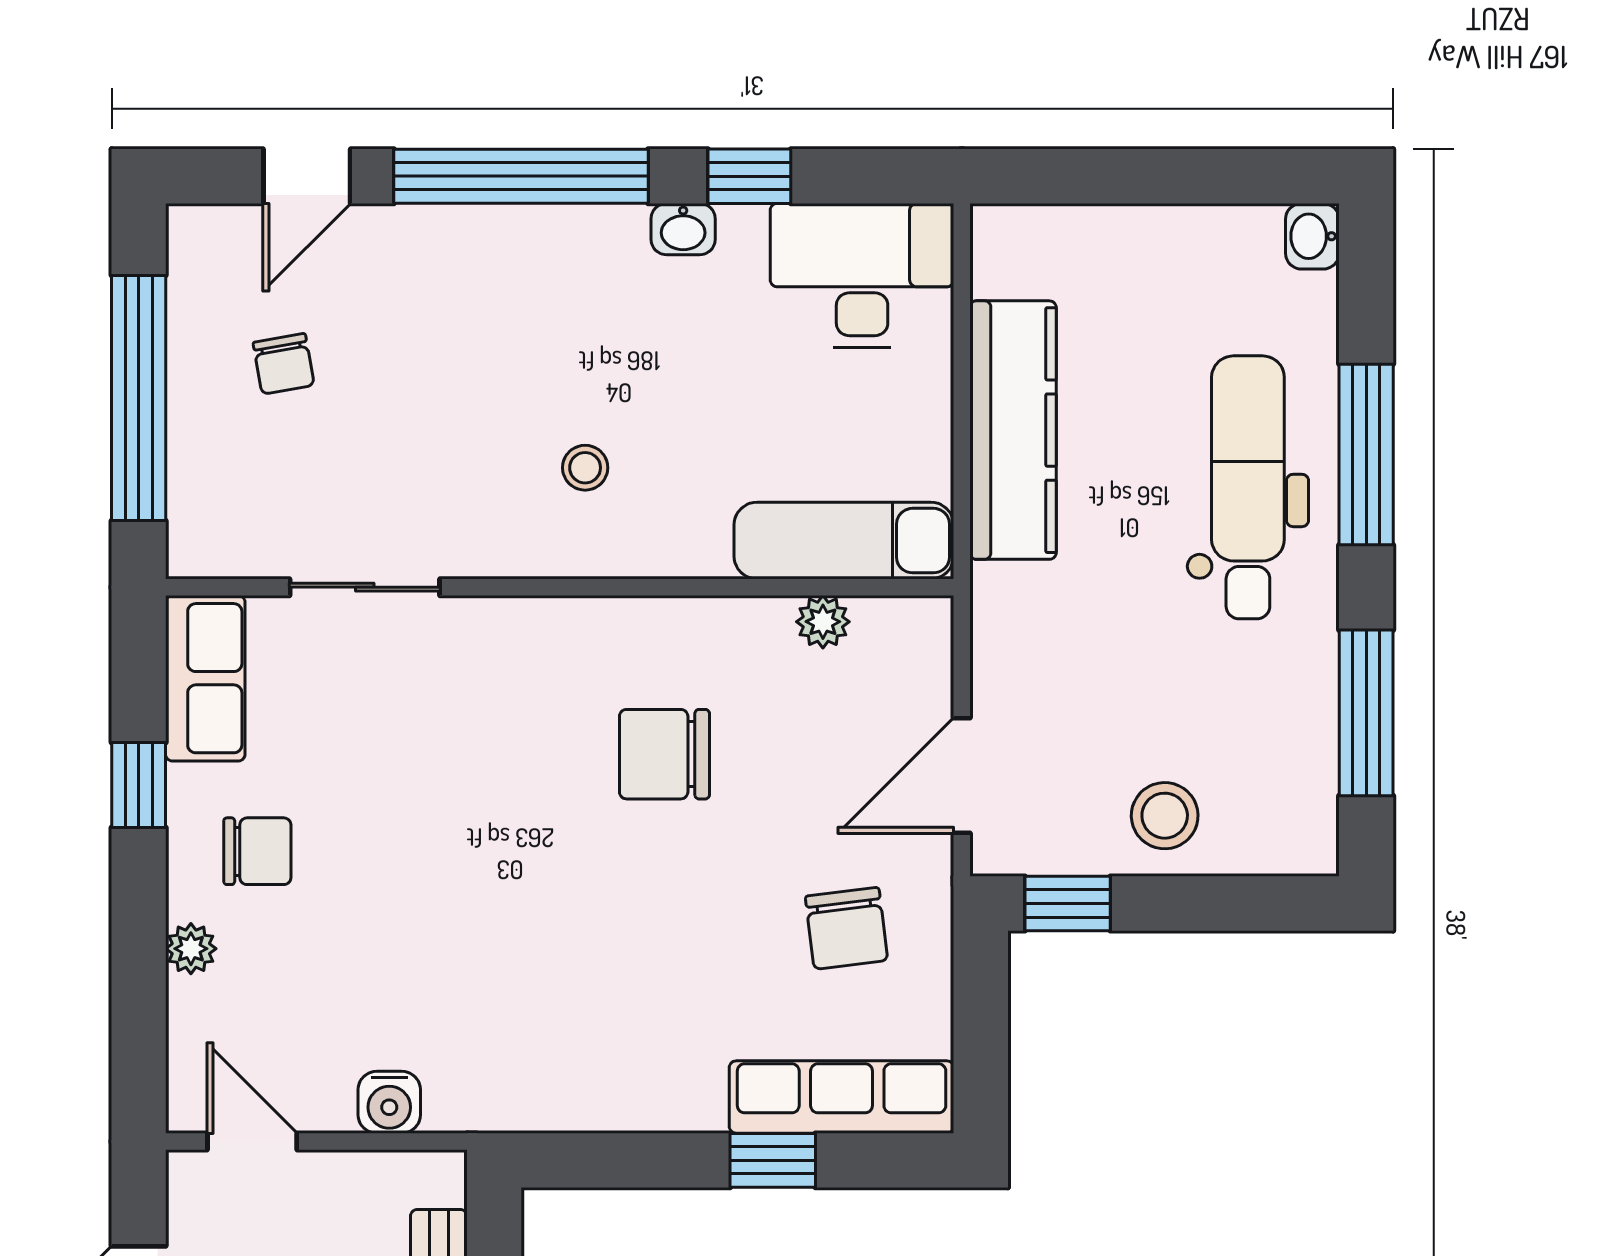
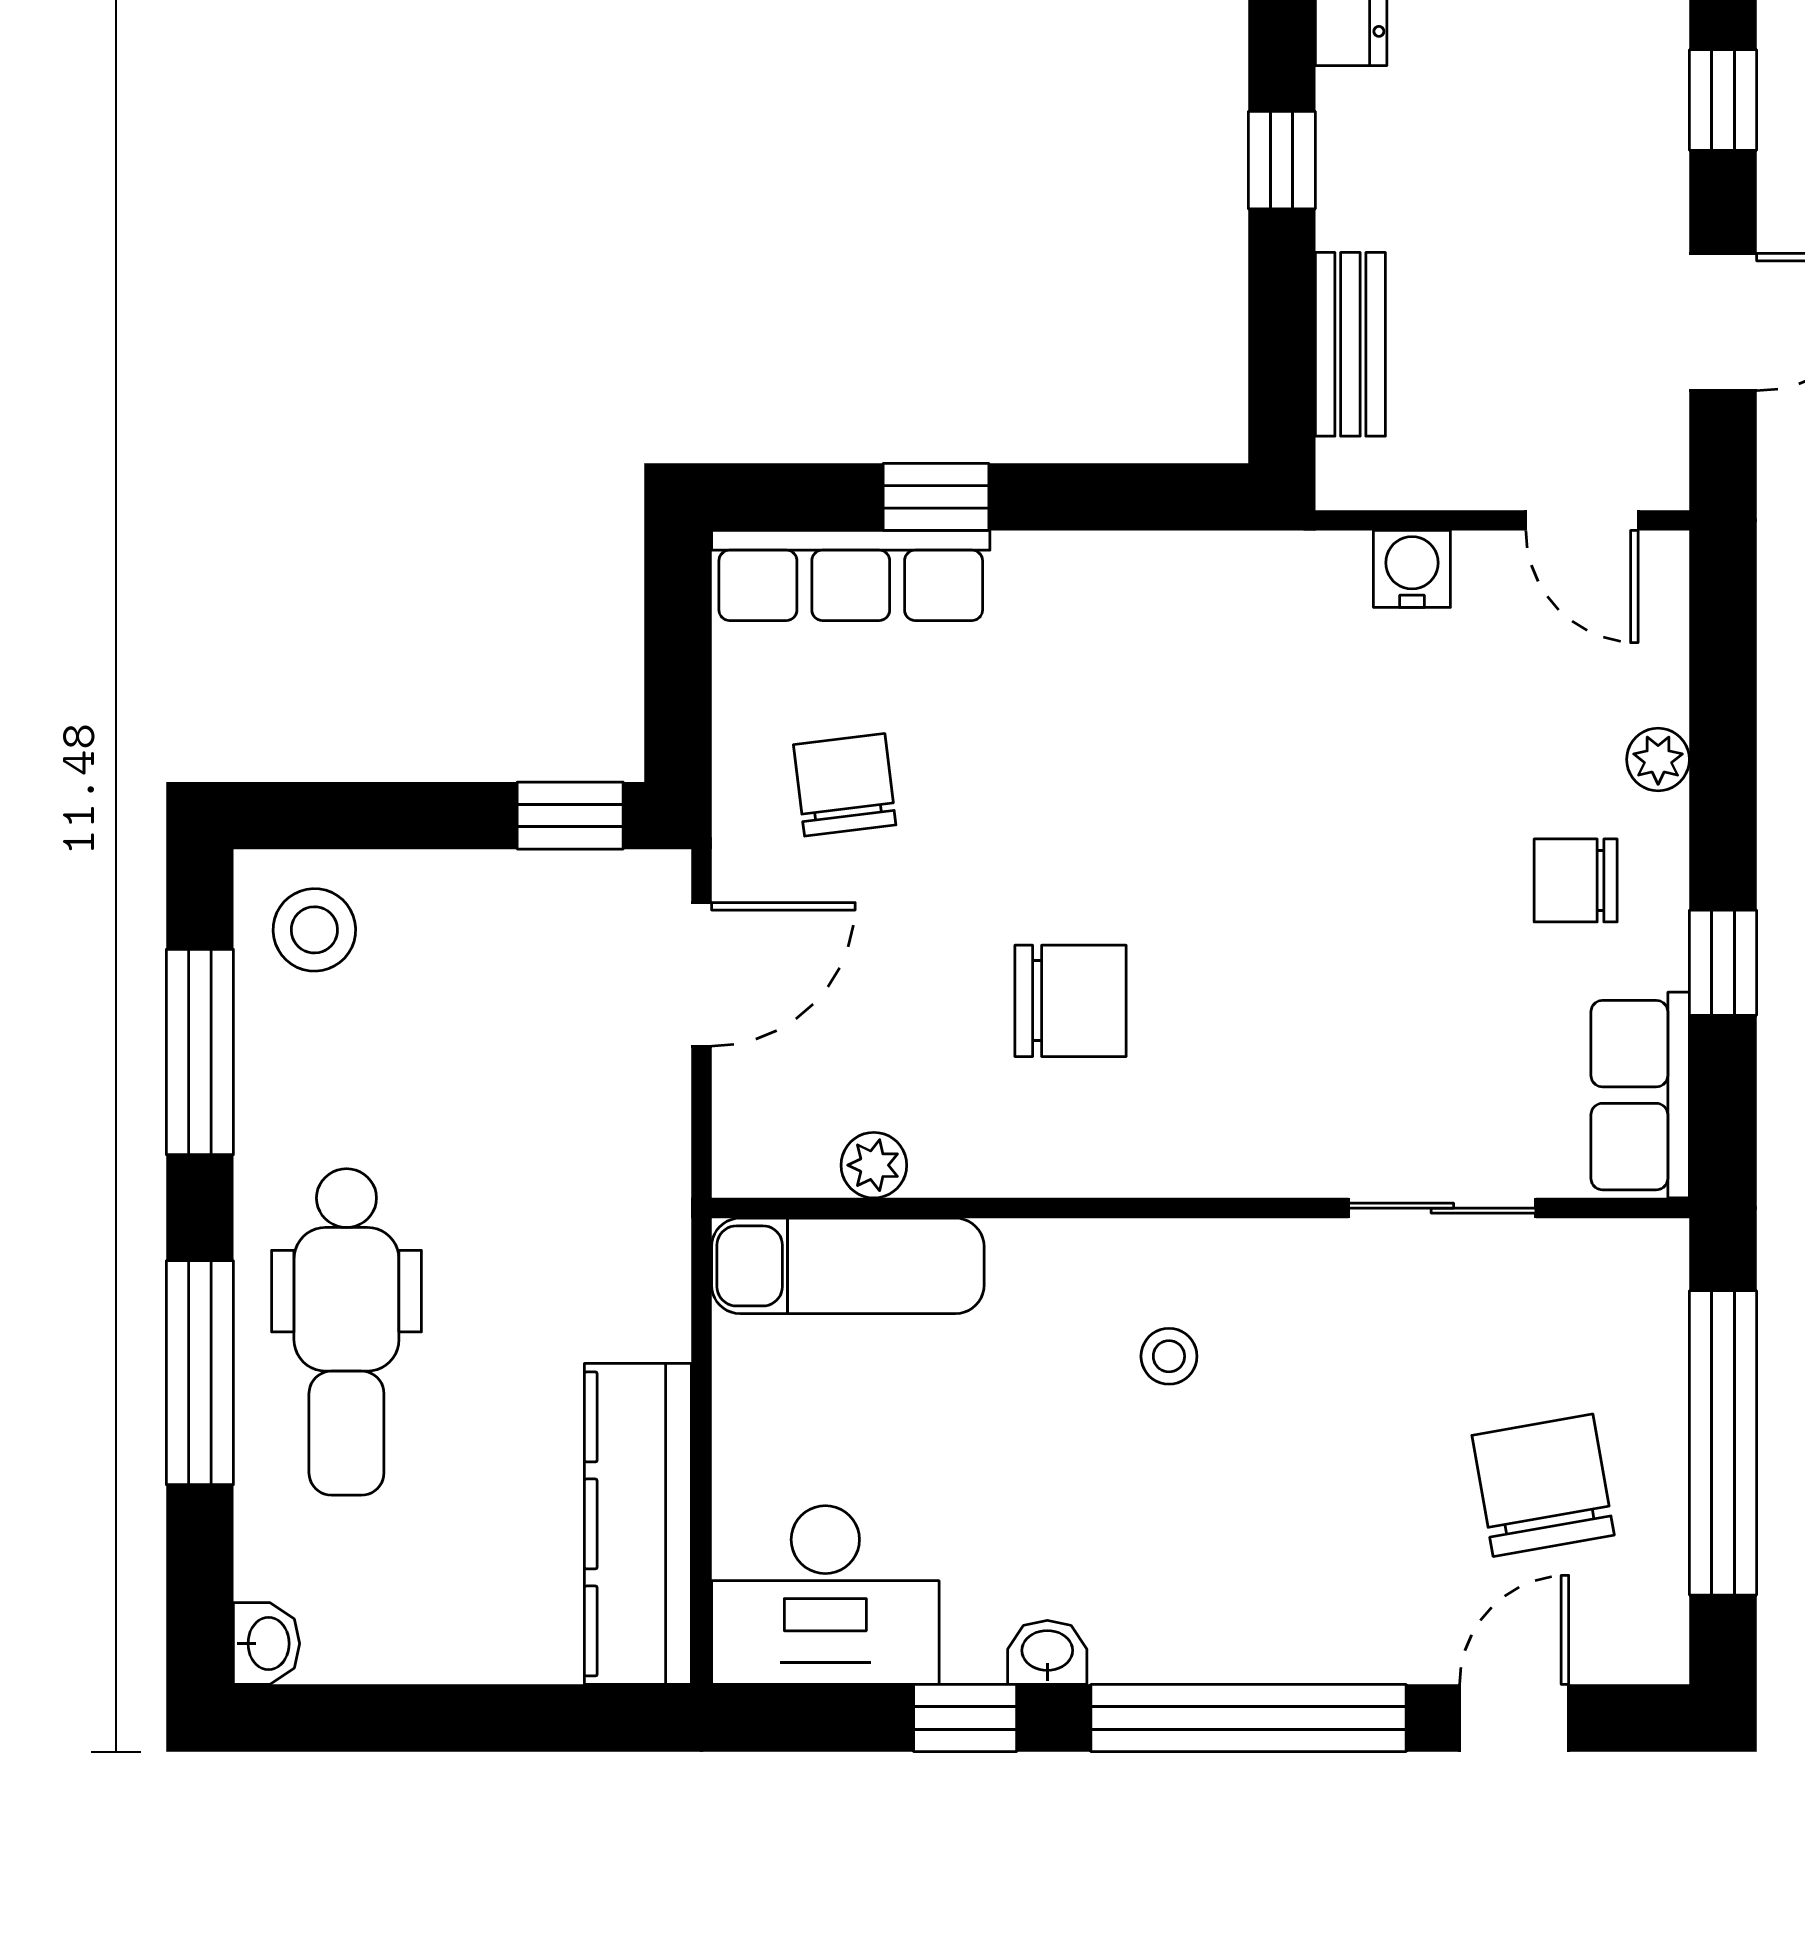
chair: (284, 364) -> (1543, 1485), width x1.87, depth x1.87
kitchen counter: (1013, 430) -> (638, 1524), moved
stool: (1165, 816) -> (314, 930), moved

